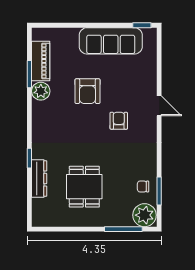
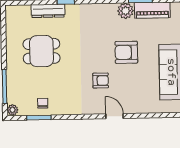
door: (159, 106) -> (114, 116), swing flipped
plant: (145, 215) -> (13, 110), width x0.53, depth x0.53

